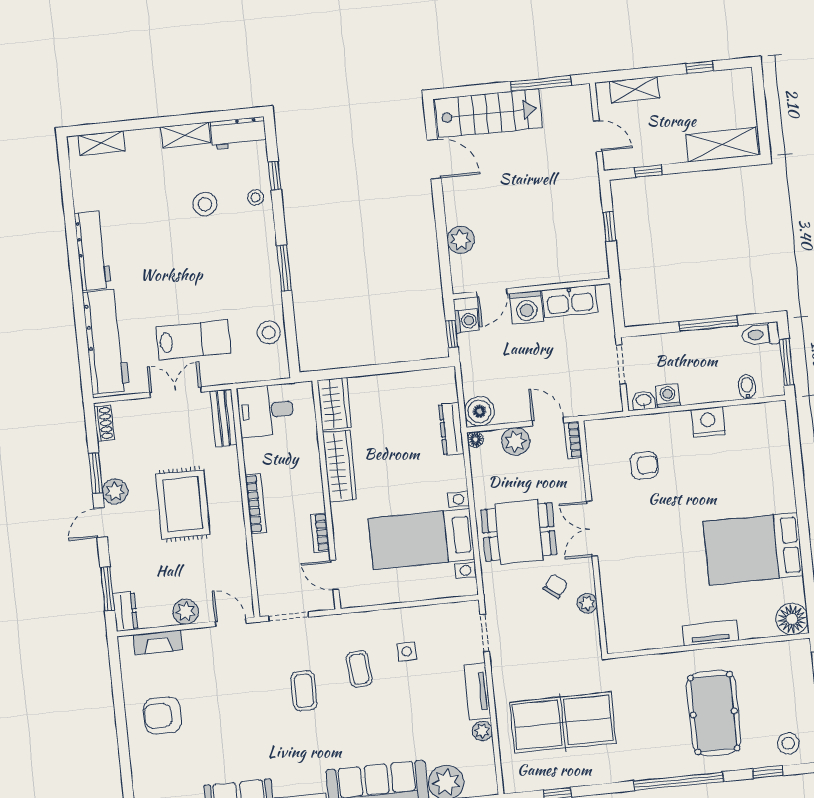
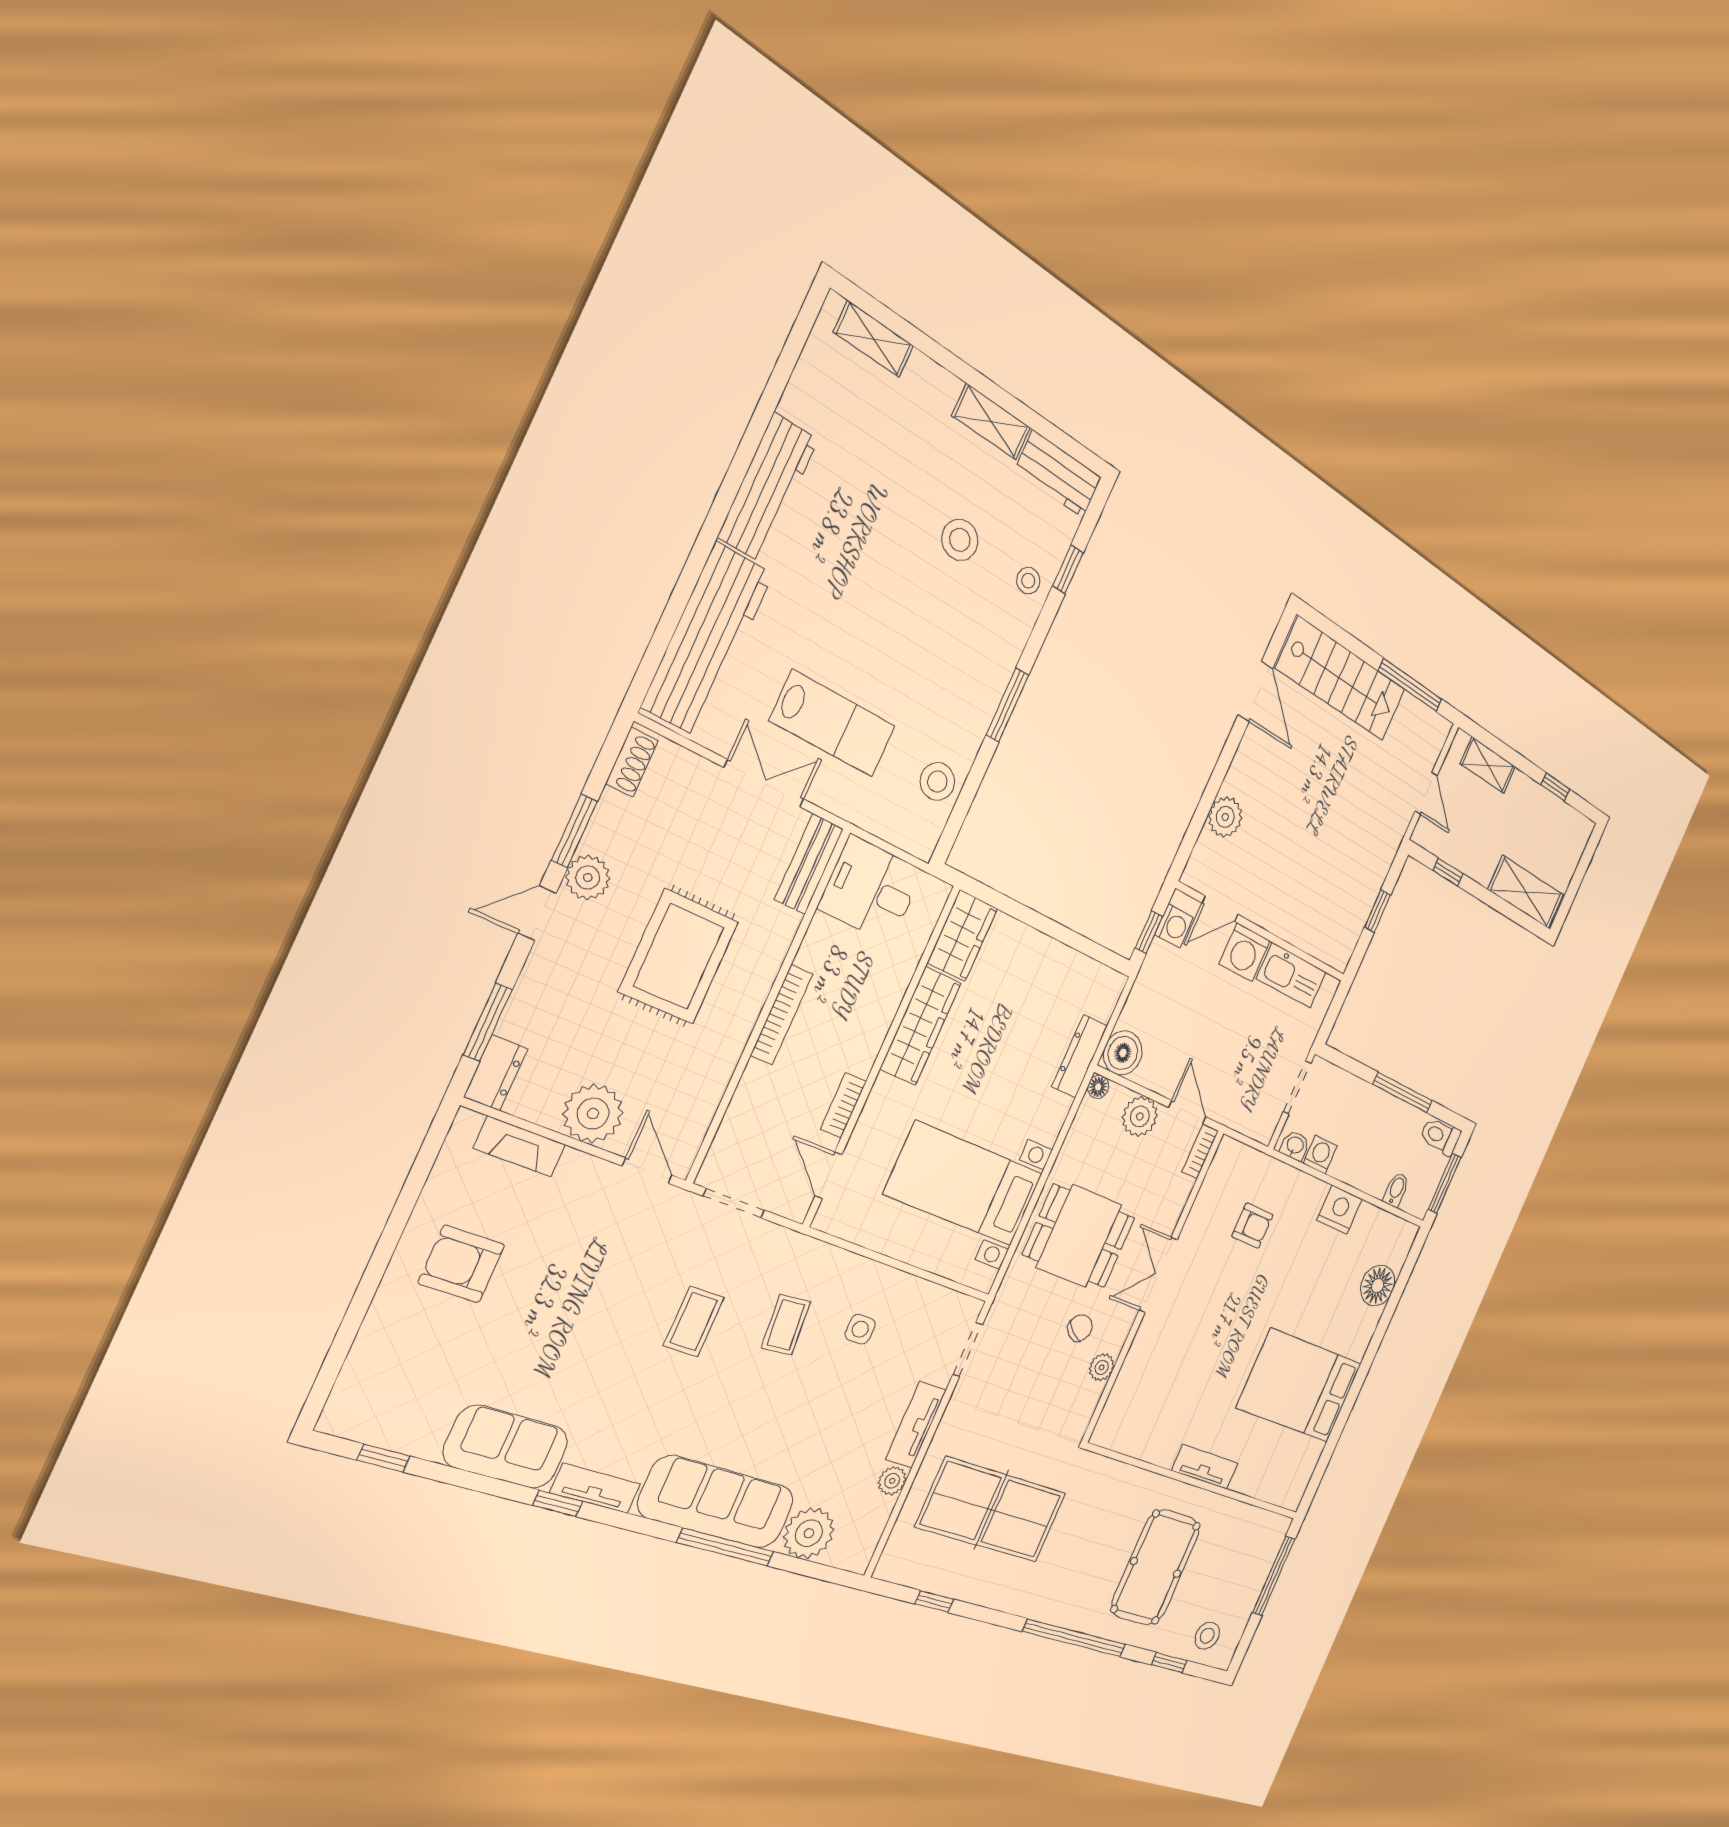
plant: (186, 612) -> (593, 1114), width x1.36, depth x1.36
floor lamp: (792, 619) -> (1378, 1286), moved

